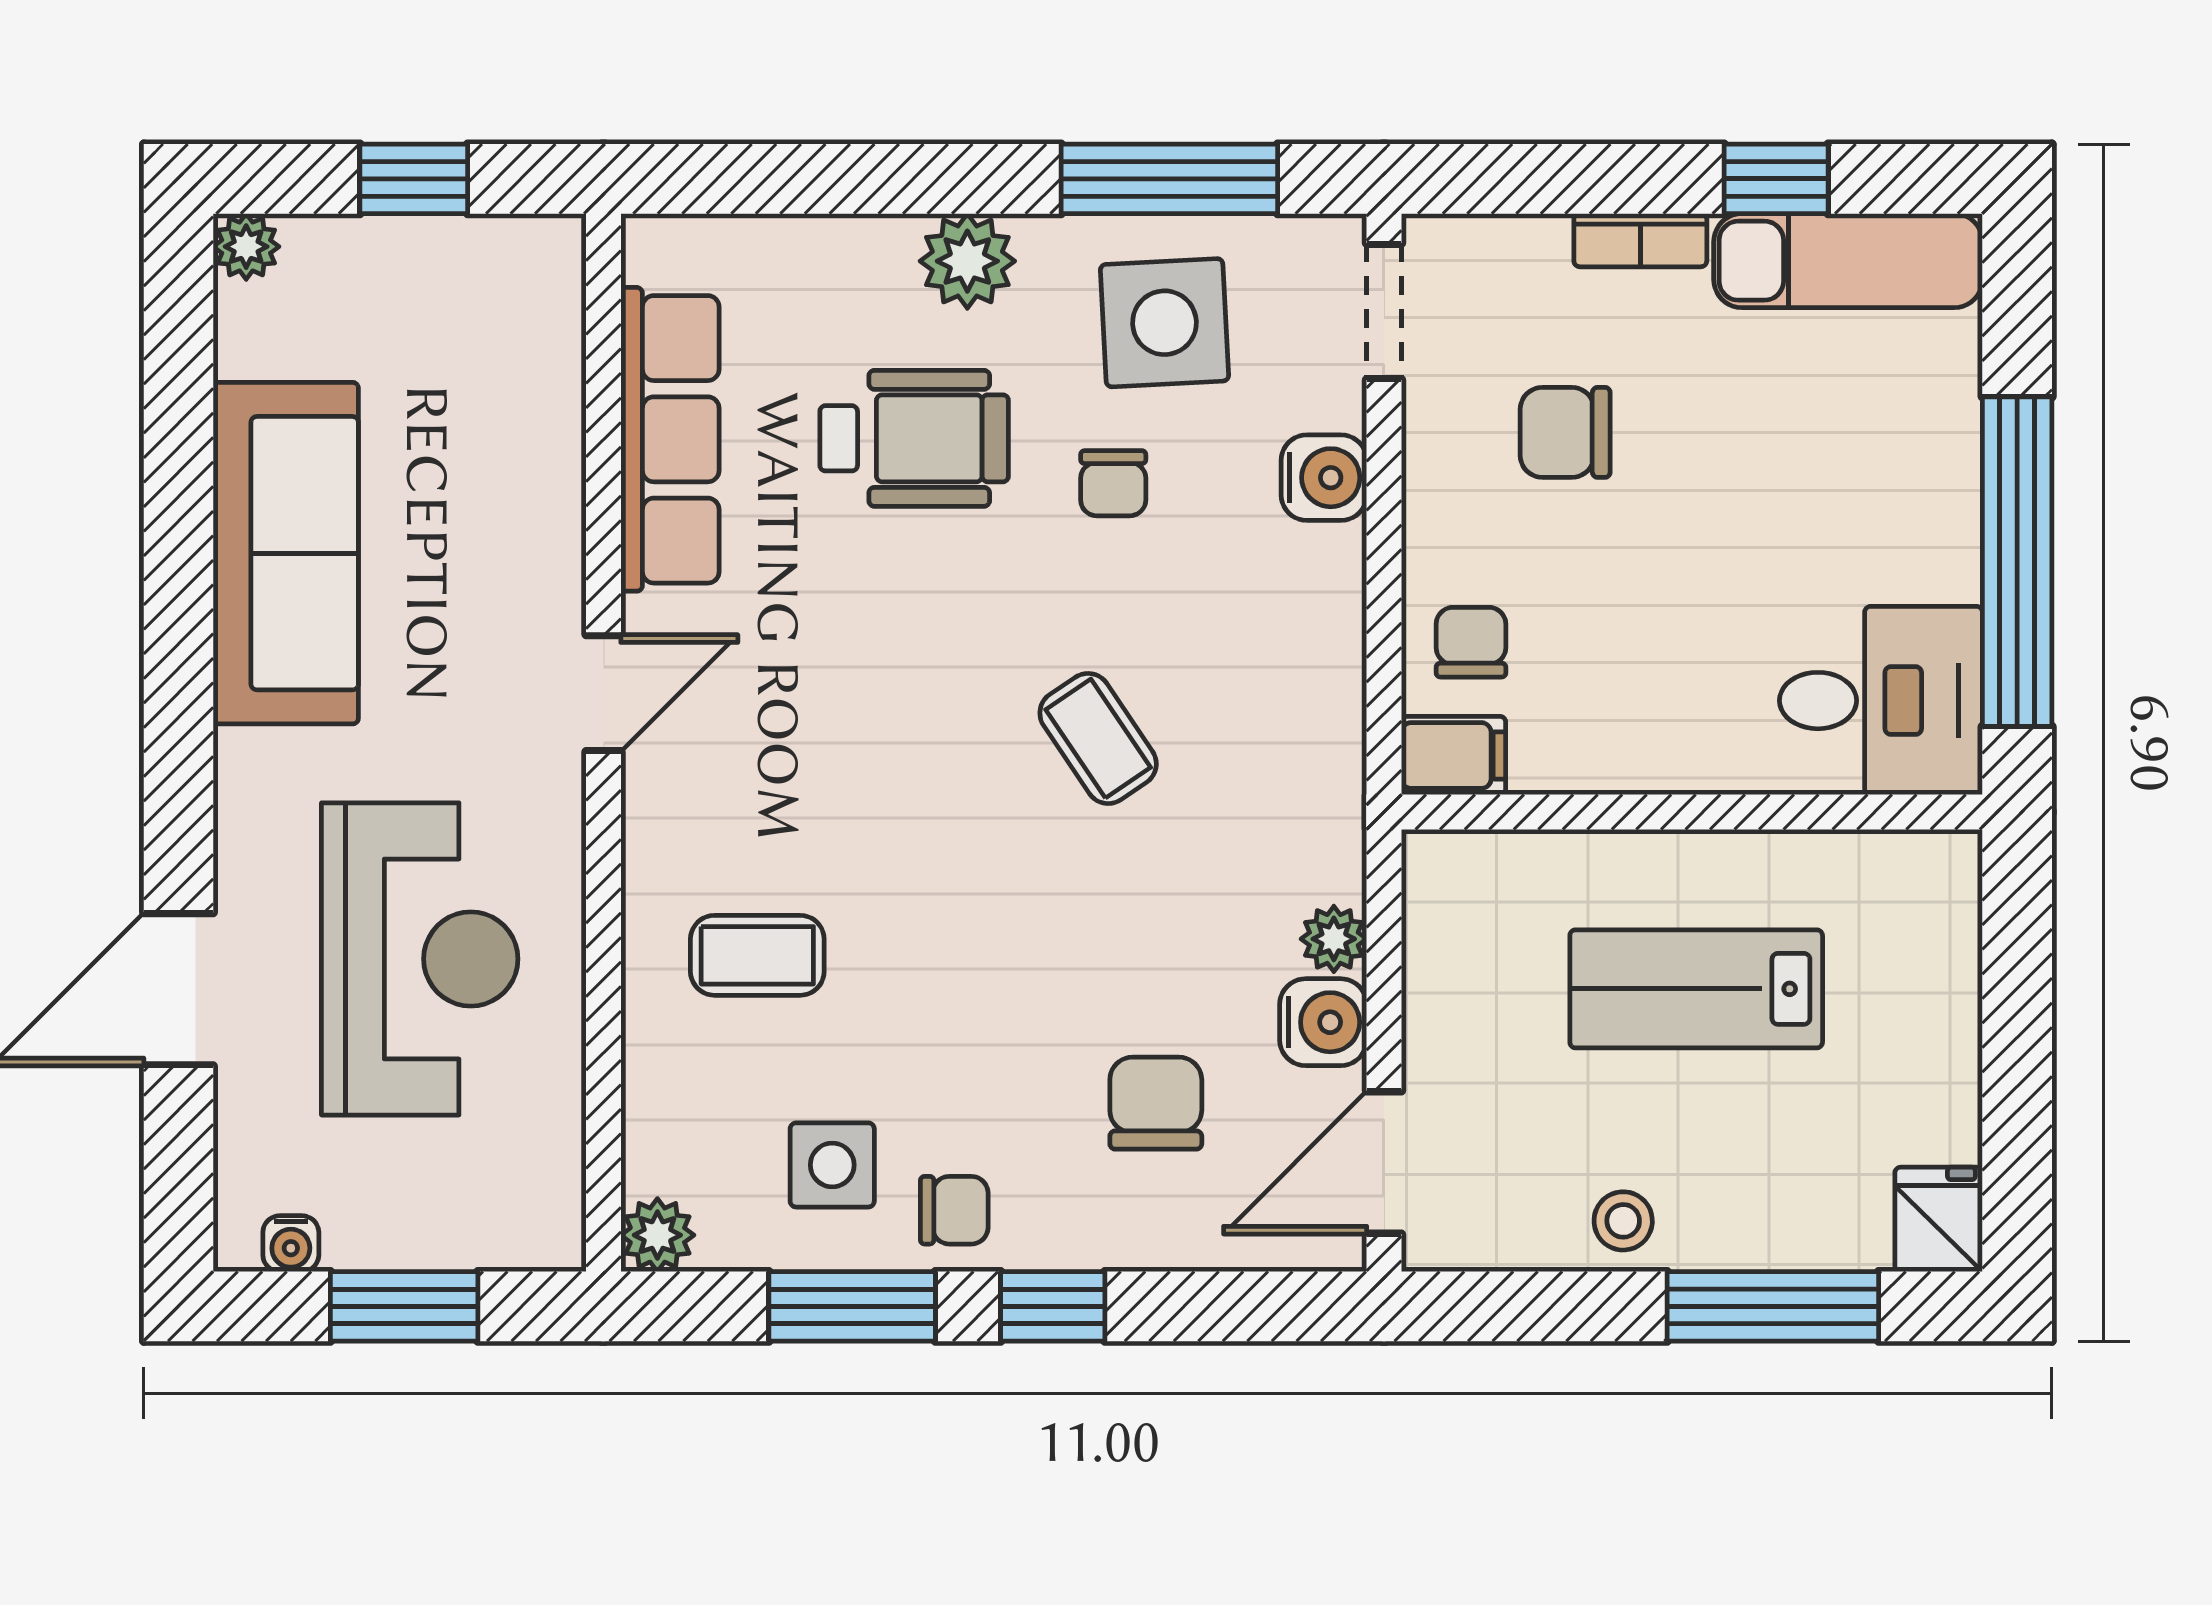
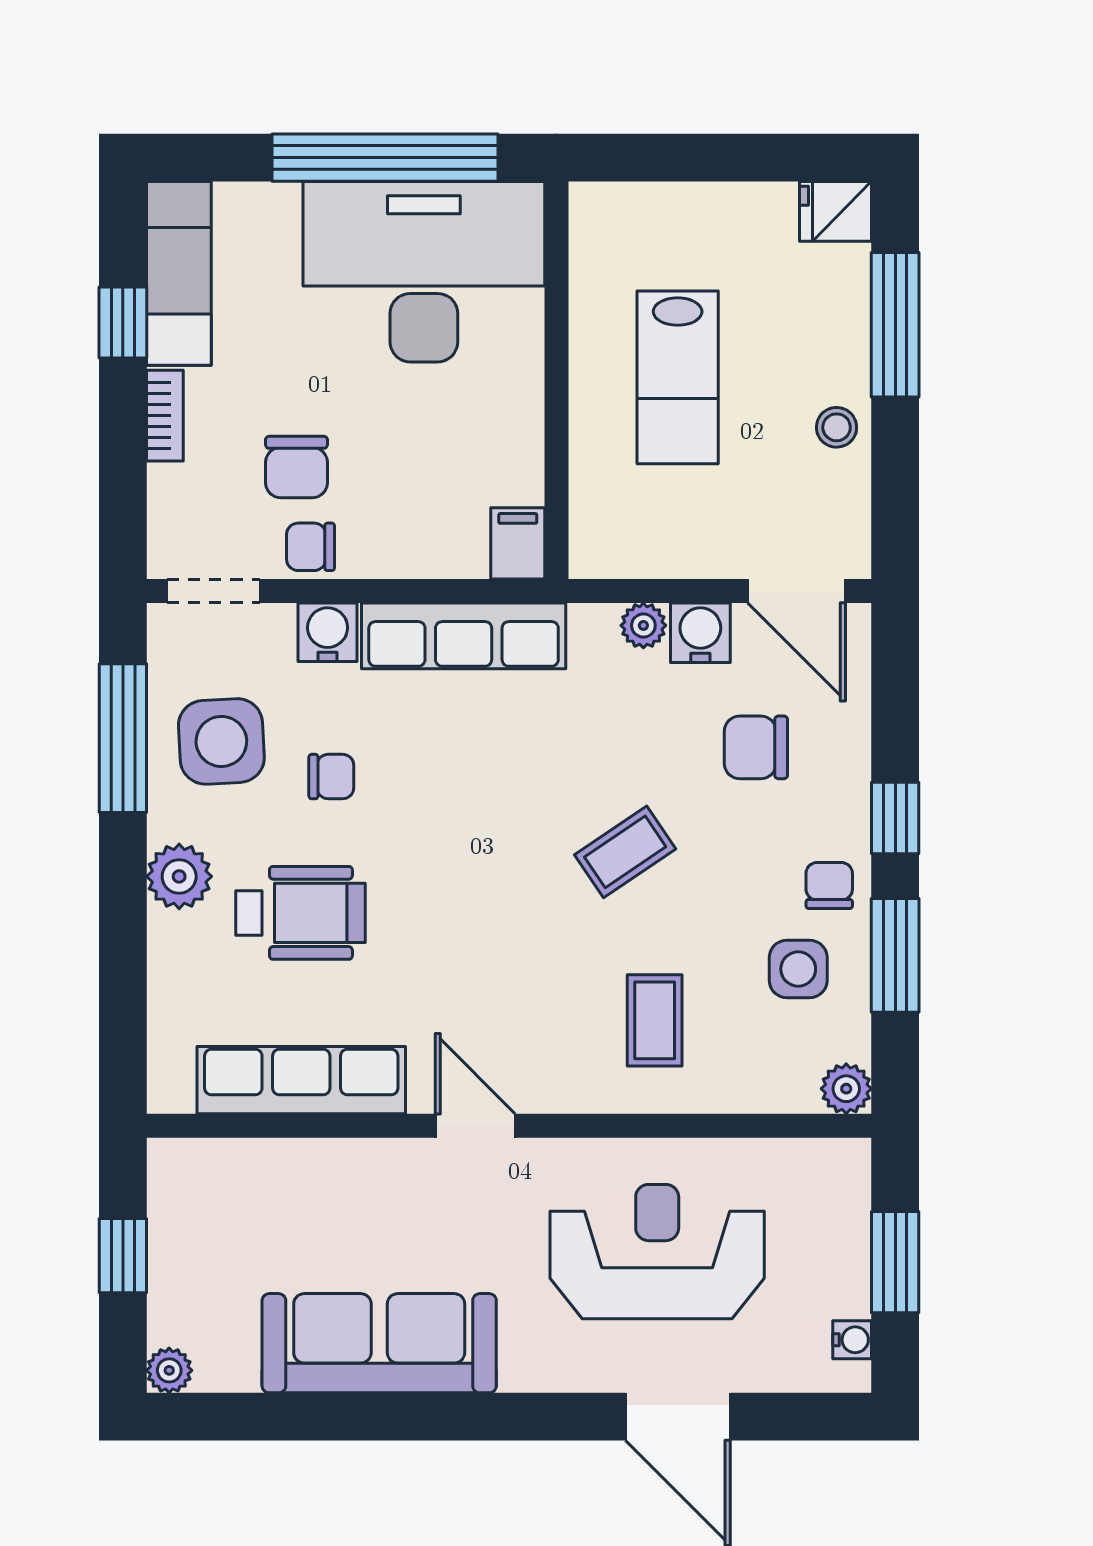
wheelchair: (914, 438) -> (301, 913), turned 90
chair: (1471, 642) -> (310, 547), moved
row of seats: (1318, 676) -> (464, 636), added
desk: (1881, 701) -> (424, 272), width x1.87, depth x1.30
coffee table: (1098, 738) -> (625, 852), moved

